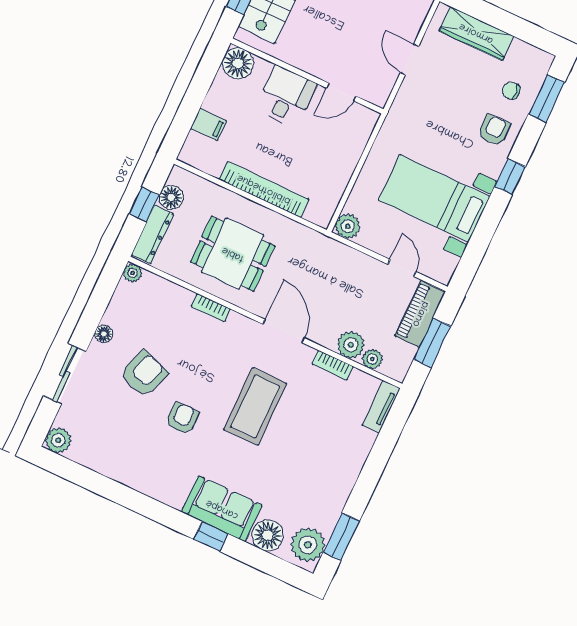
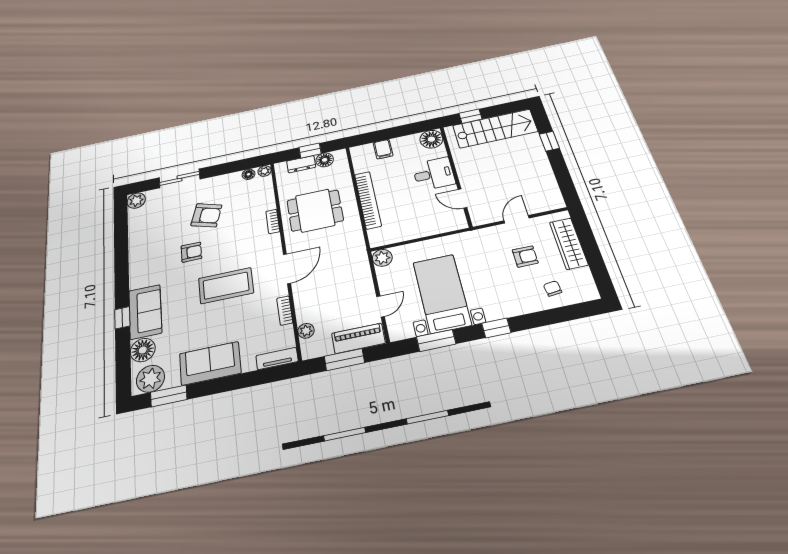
window: (547, 98) -> (436, 340), moved
armchair: (494, 130) -> (525, 256), moved
dresser: (152, 234) -> (301, 164), width x0.70
dining table: (233, 254) -> (315, 210), turned 90
floor lamp: (104, 334) -> (248, 174), moved
plant: (351, 345) -> (306, 312), removed
sofa: (336, 476) -> (210, 363), added

